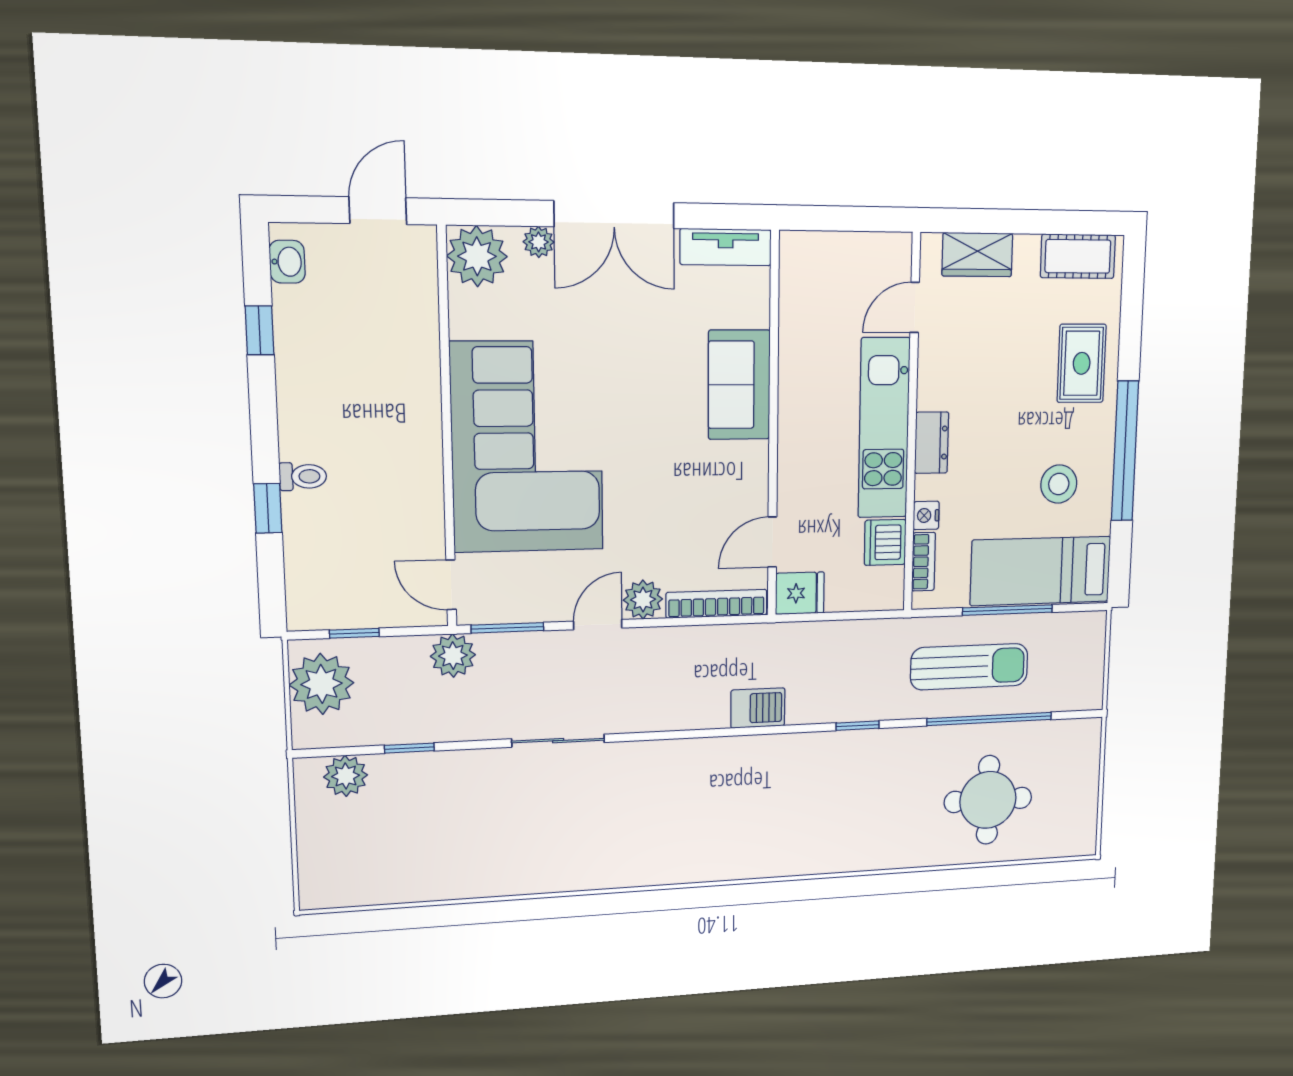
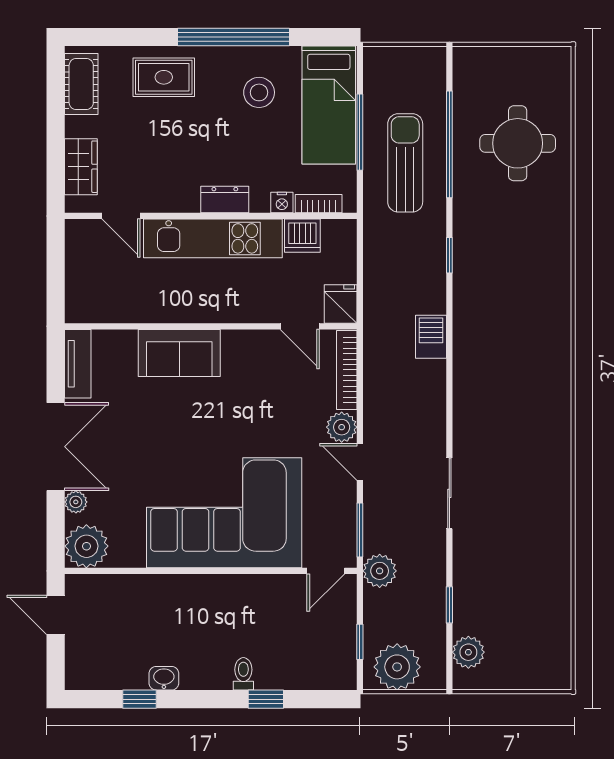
washbasin: (287, 262) -> (164, 678), moved

